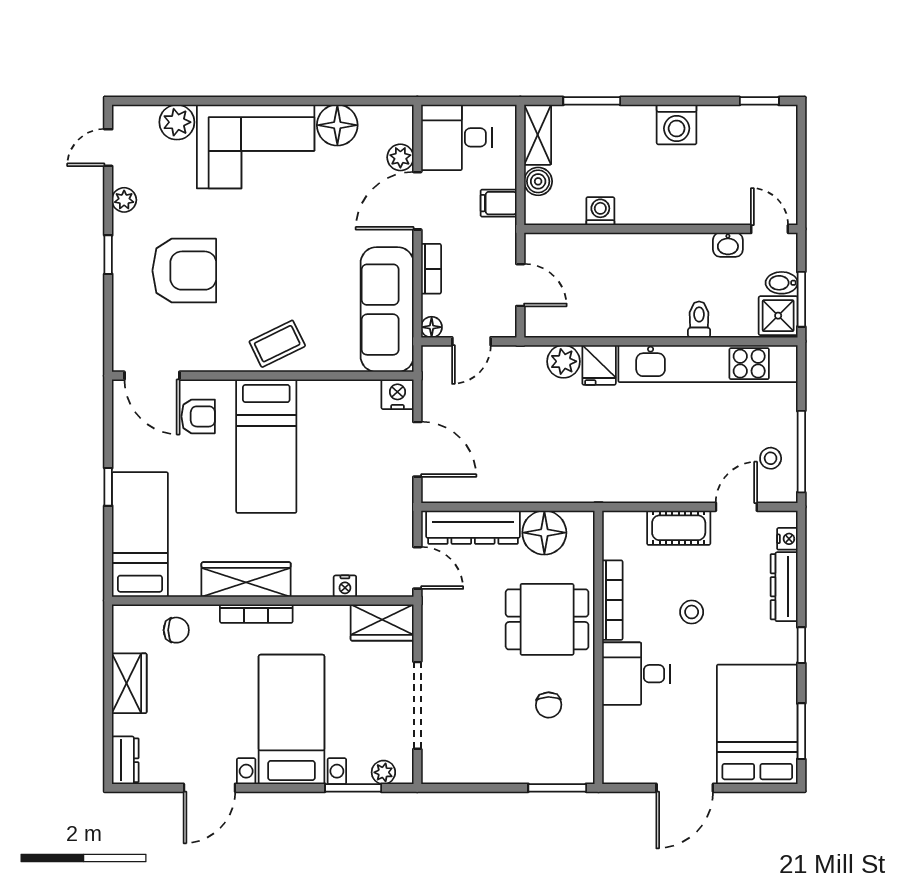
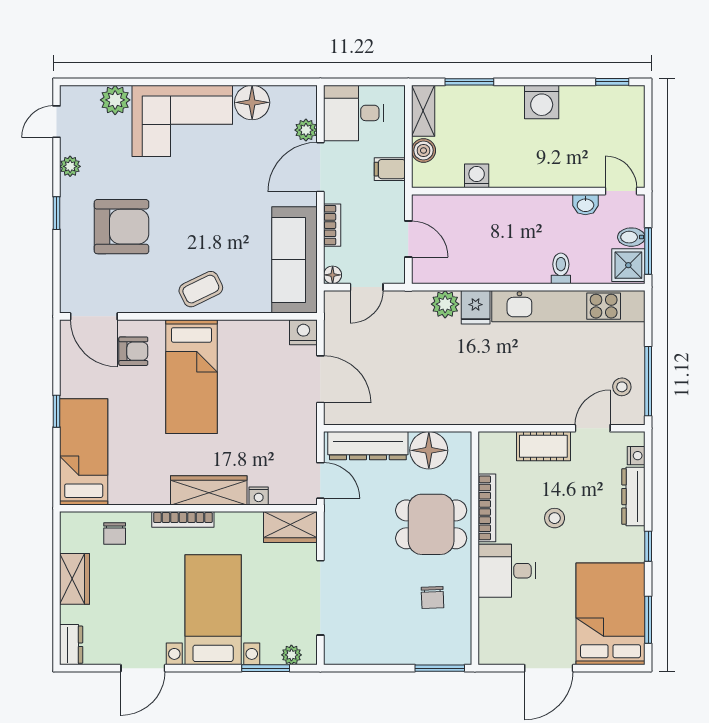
wardrobe: (246, 580) -> (209, 490), moved
chair: (176, 630) -> (115, 533), turned 90

